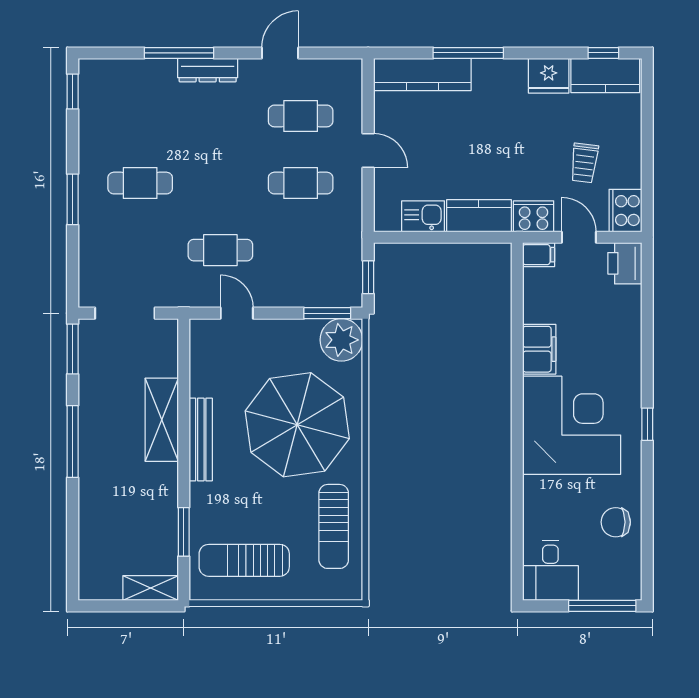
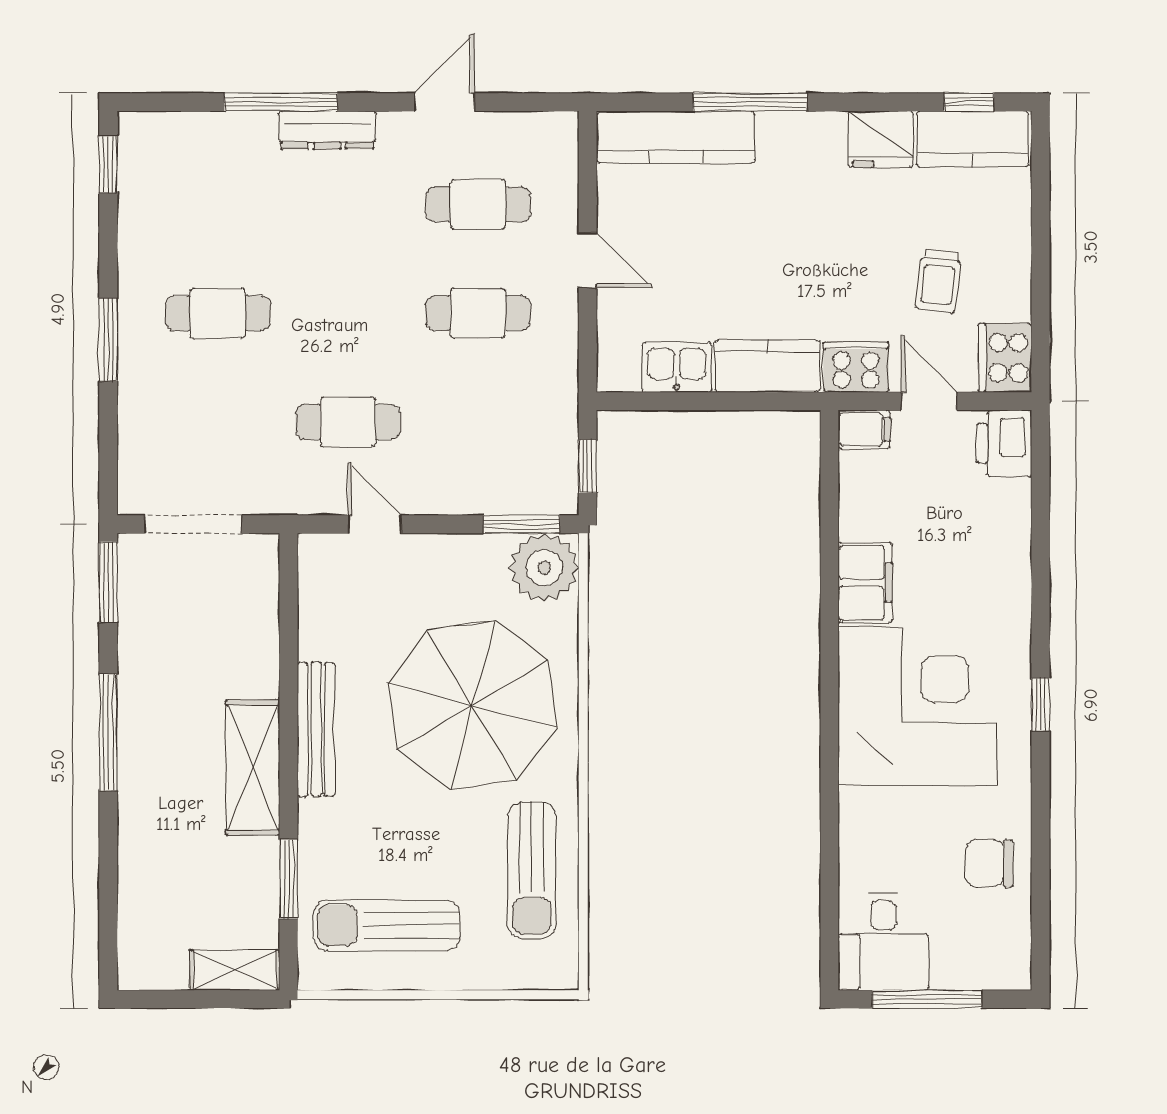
shelving: (162, 420) -> (253, 767), moved
window: (602, 606) -> (927, 999), moved

